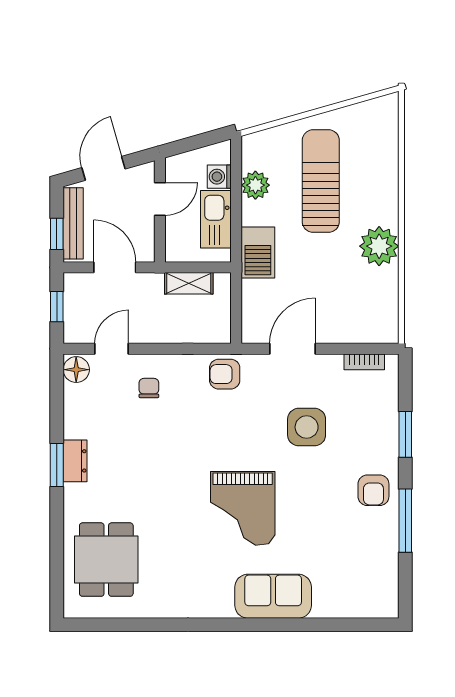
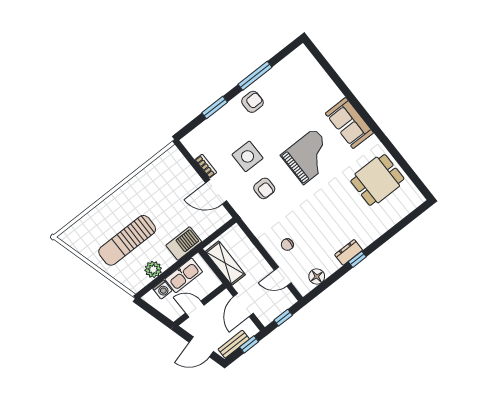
bench: (73, 223) -> (234, 344), width x0.73
plant: (379, 246) -> (136, 189), removed
shelving: (189, 283) -> (225, 263), width x1.50, depth x1.33
bookcase: (364, 362) -> (206, 166), moved
floor lamp: (76, 370) -> (317, 276), moved
armchair: (225, 374) -> (264, 188), moved
window: (57, 465) -> (357, 259), width x0.67
dining table: (106, 560) -> (377, 180), moved
sofa: (273, 596) -> (349, 123), moved

